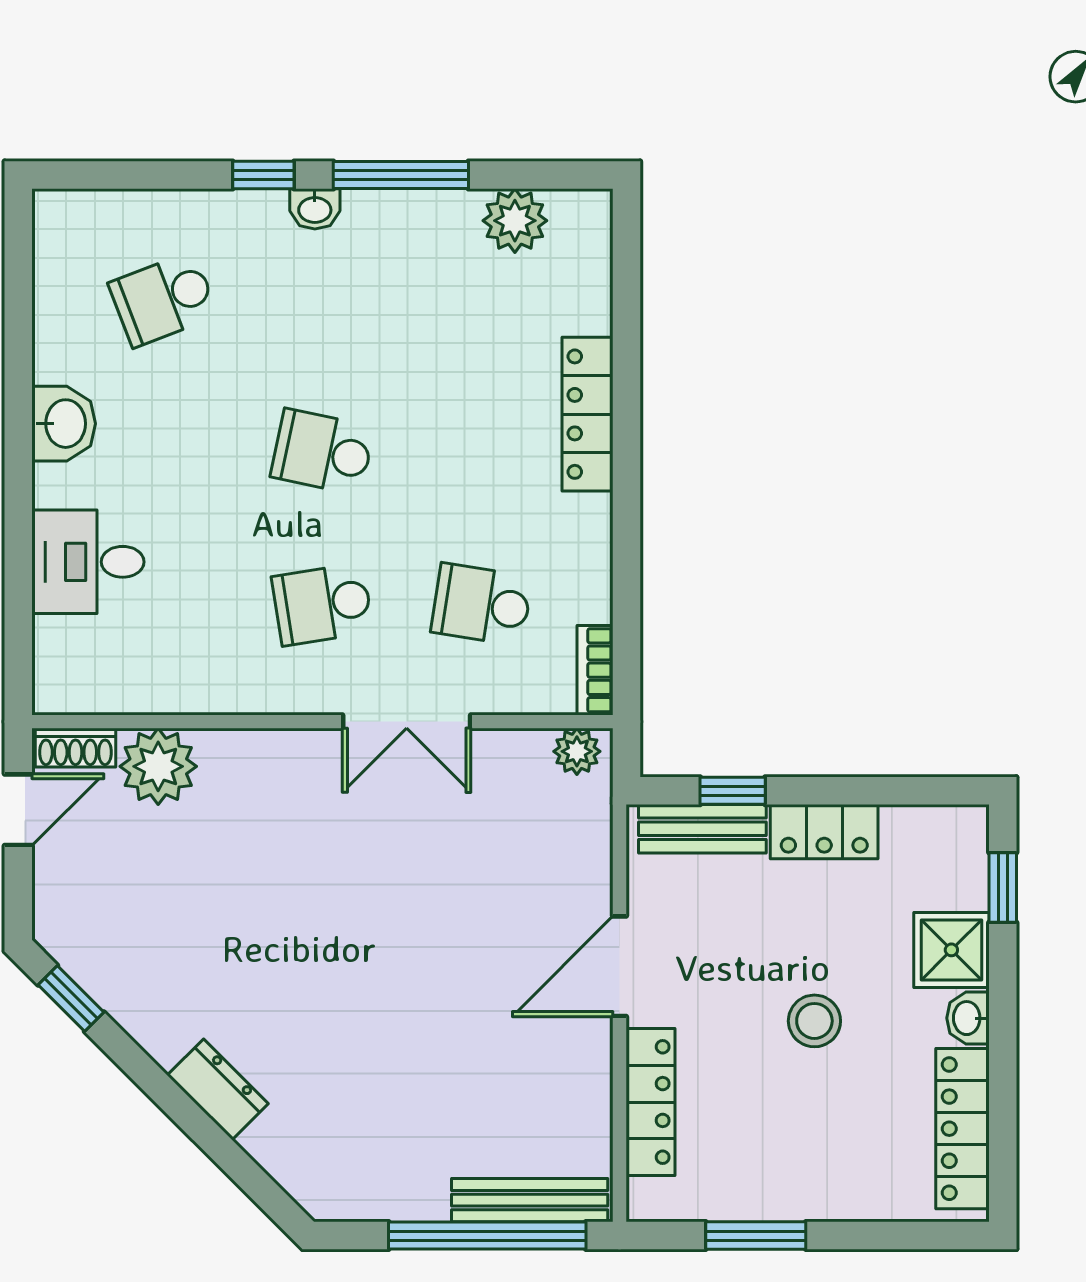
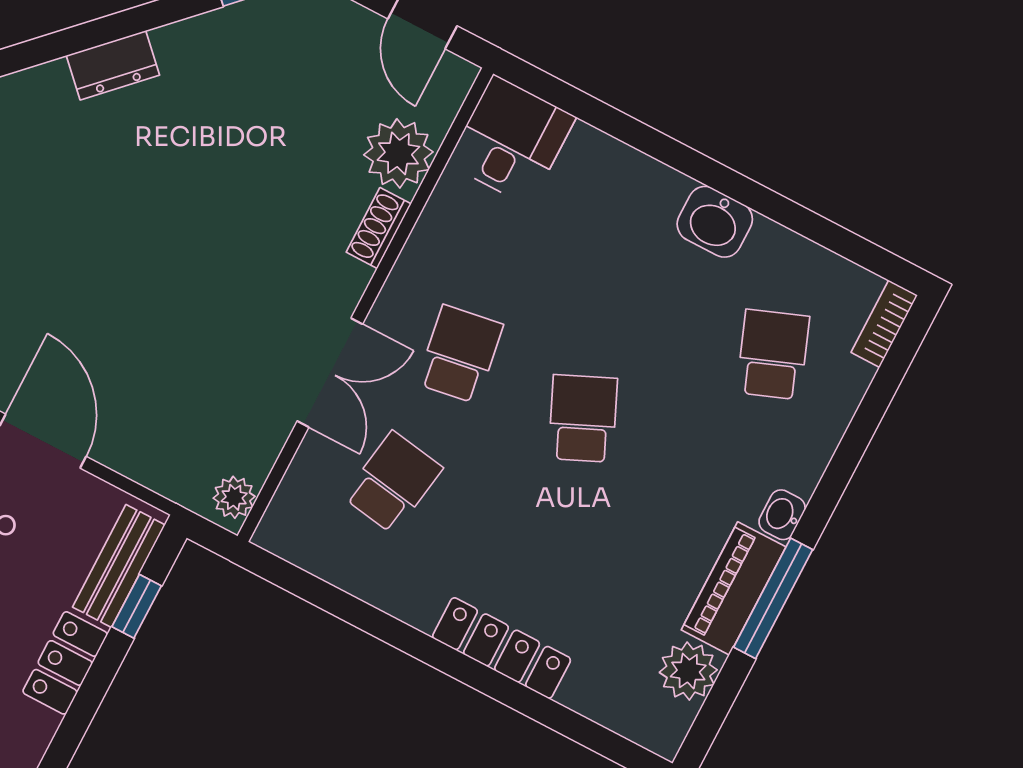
window: (263, 175) -> (831, 488), removed
piano: (411, 219) -> (734, 588), added
school desk: (322, 452) -> (583, 418), turned -36
desk: (88, 562) -> (511, 140), moved
bookcase: (595, 670) -> (884, 324), moved, turned -90
double door: (407, 722) -> (330, 373), swing flipped
shoe rack: (75, 748) -> (379, 228), moved

